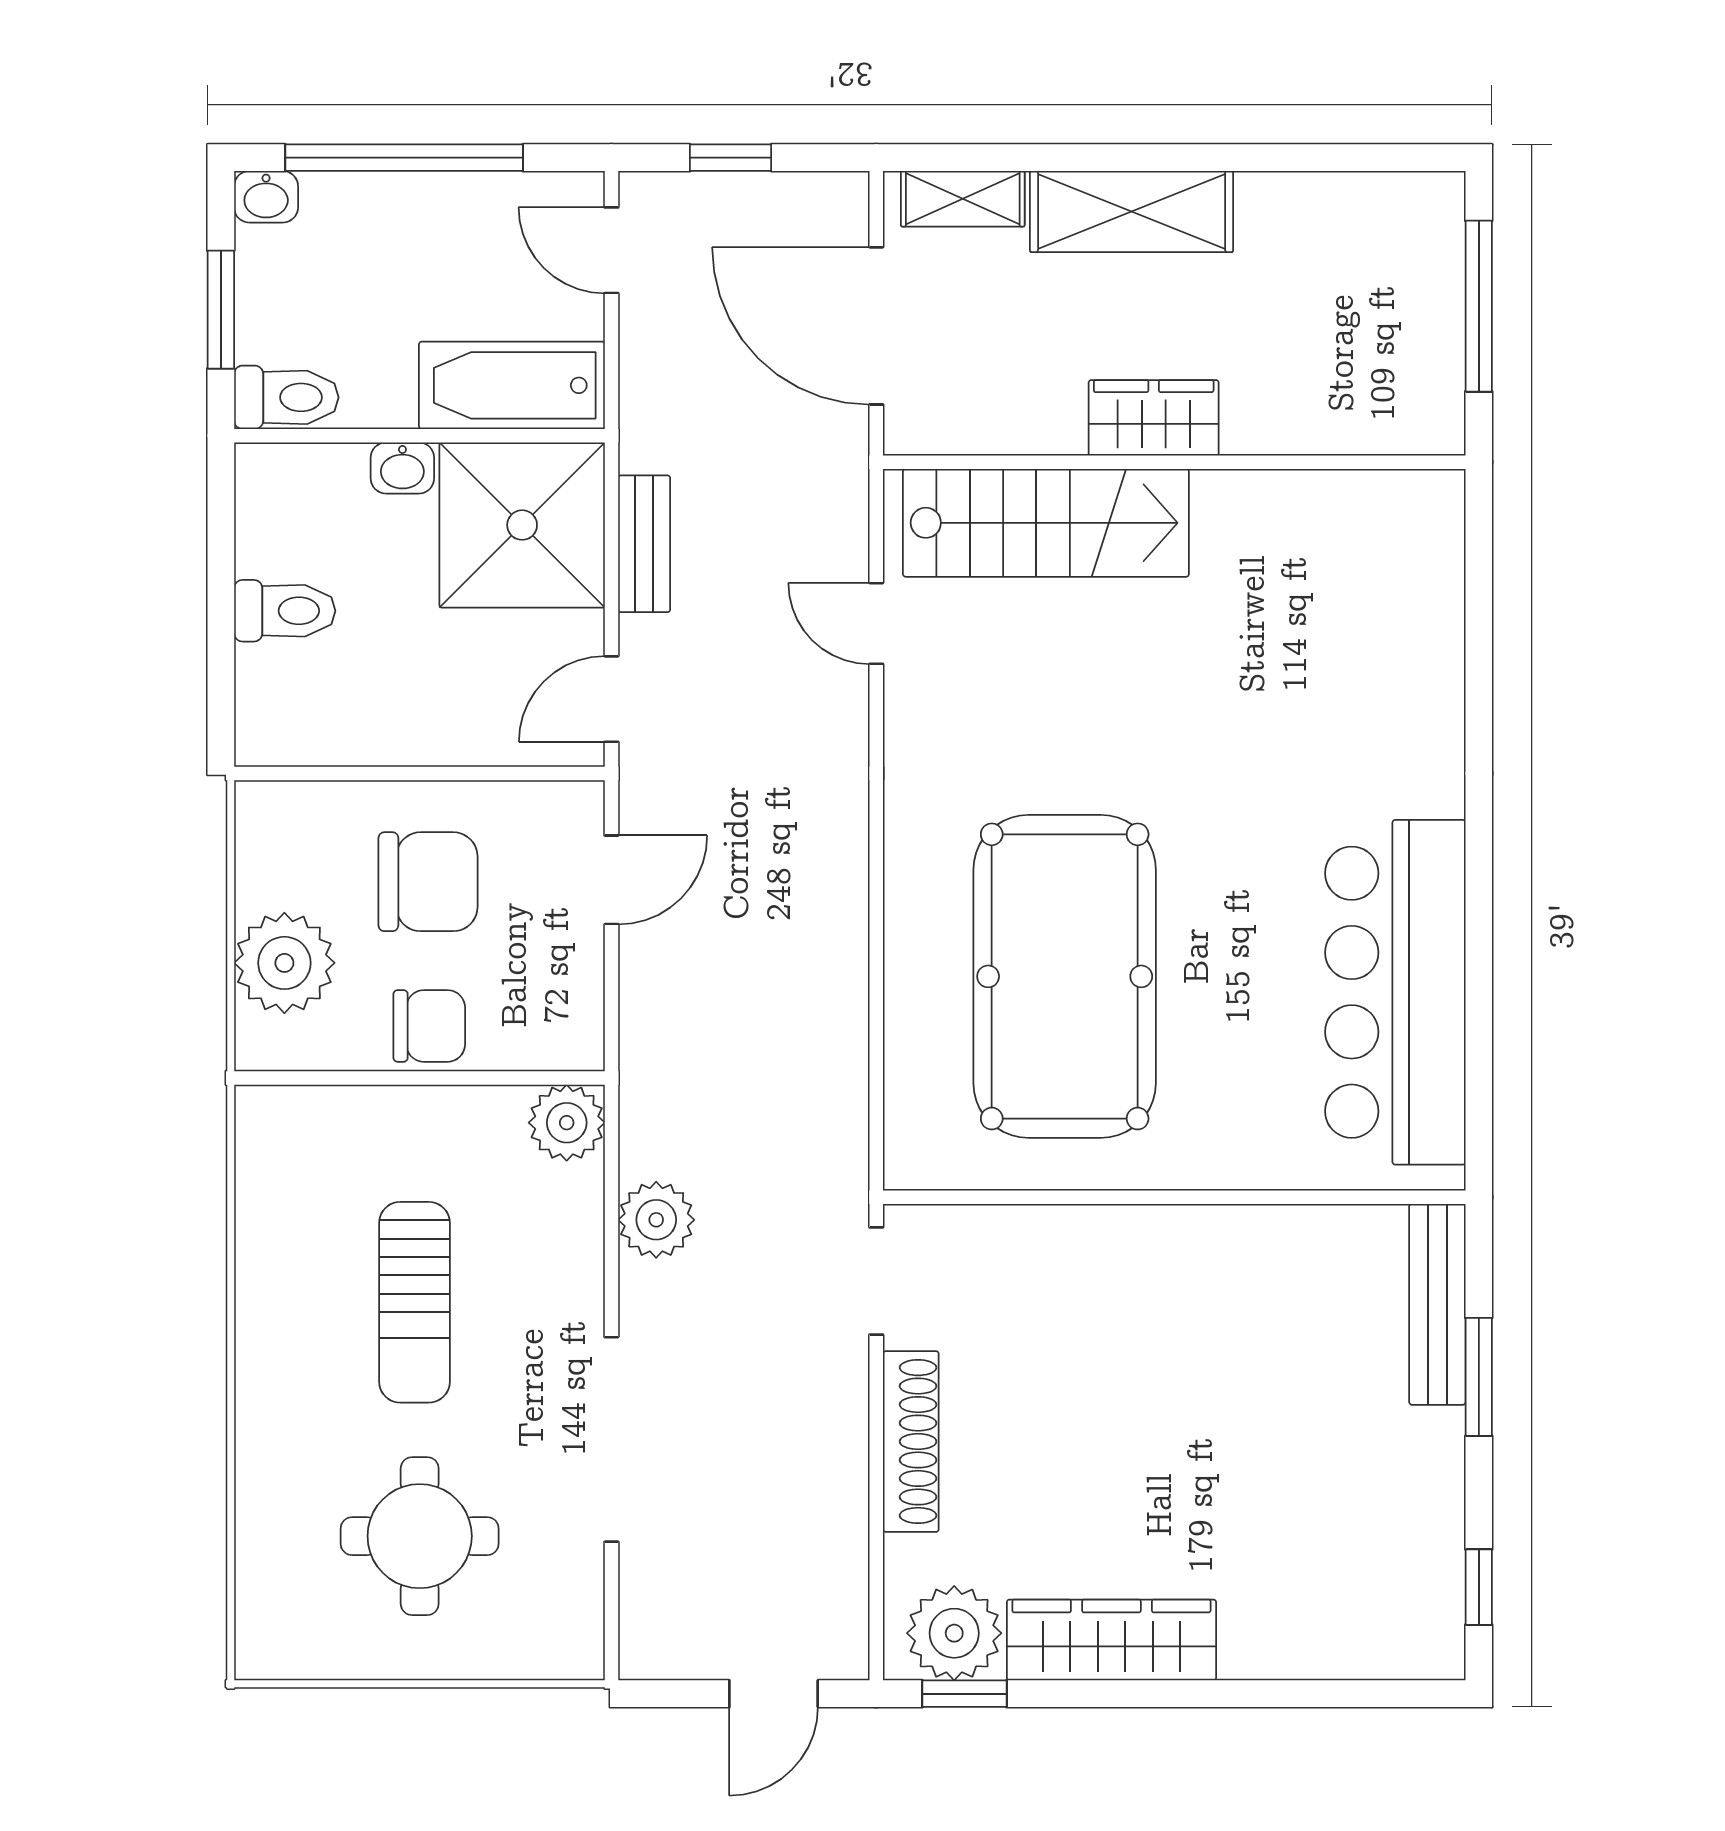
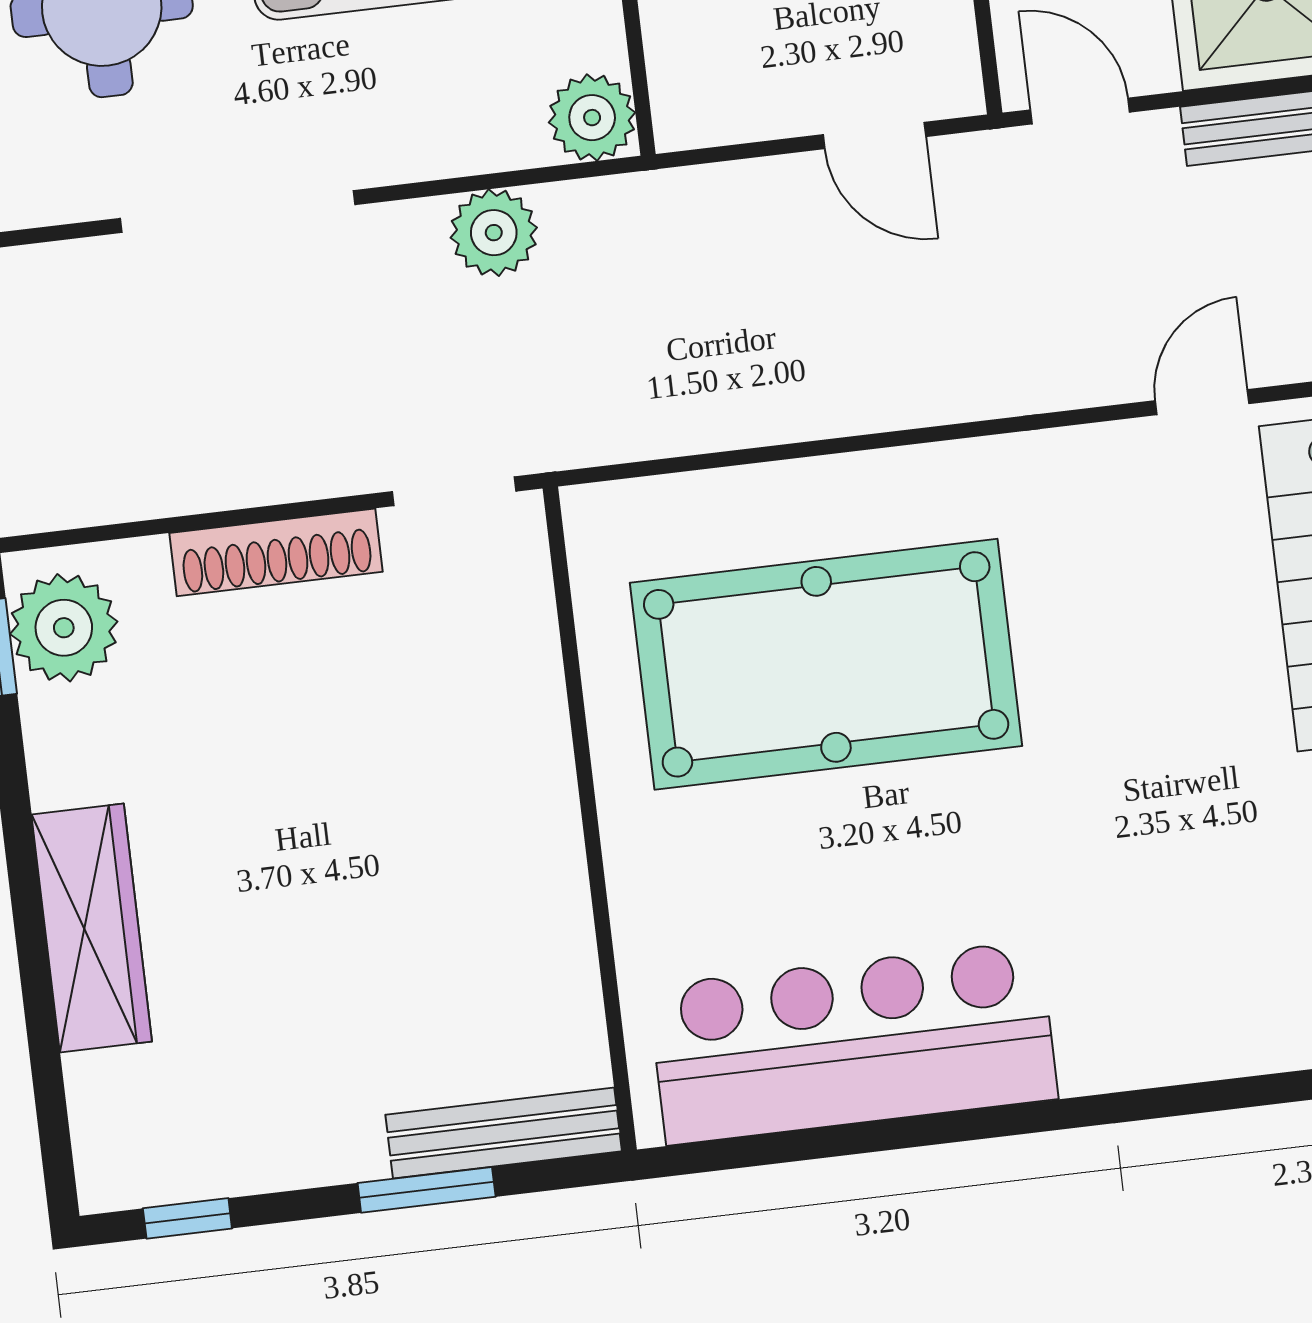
wardrobe: (1111, 1640) -> (92, 928), moved

